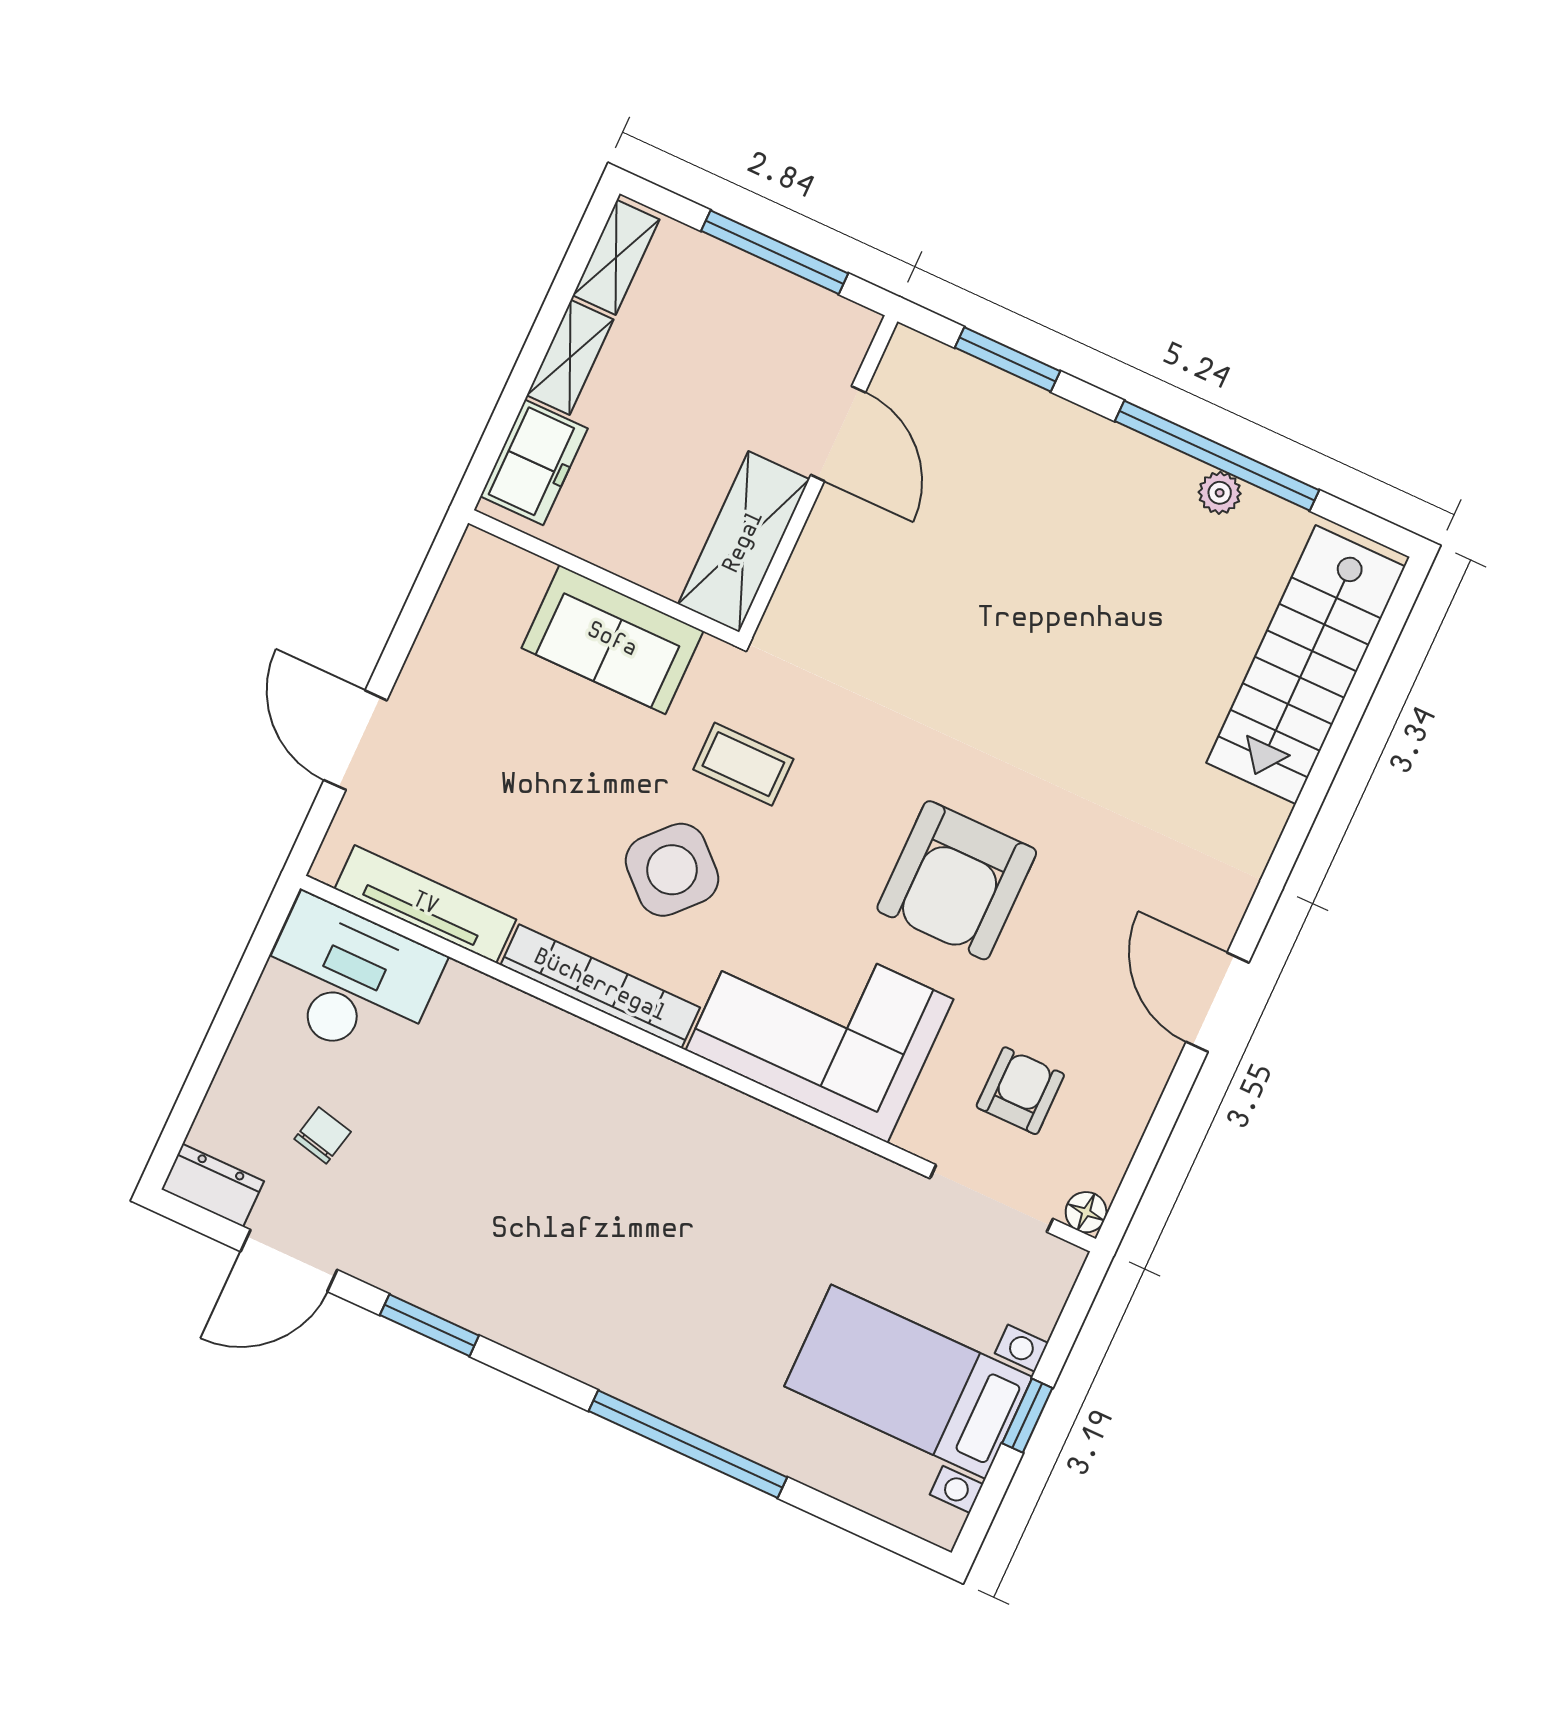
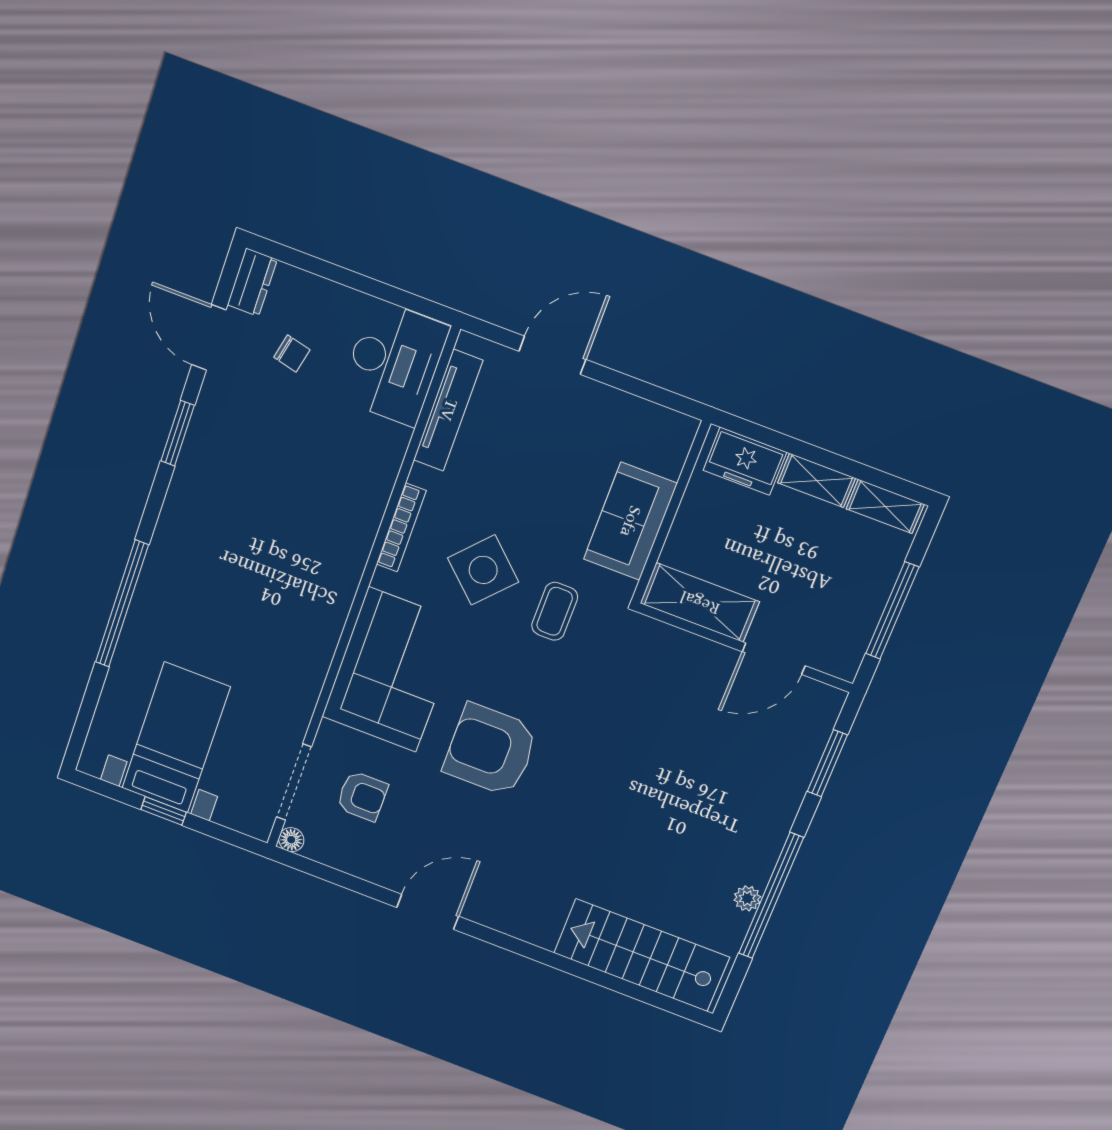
bookcase: (600, 986) -> (401, 527), width x0.68, depth x0.76

